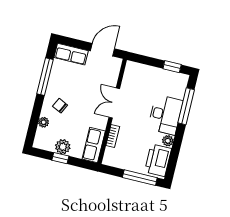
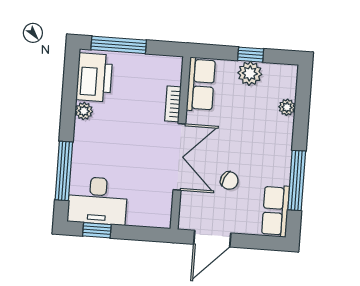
row of seats: (71, 54) -> (275, 211), moved, turned -90
double door: (114, 103) -> (179, 157), width x1.37
chair: (60, 106) -> (229, 181), moved
desk: (165, 115) -> (97, 201), moved, turned -90

